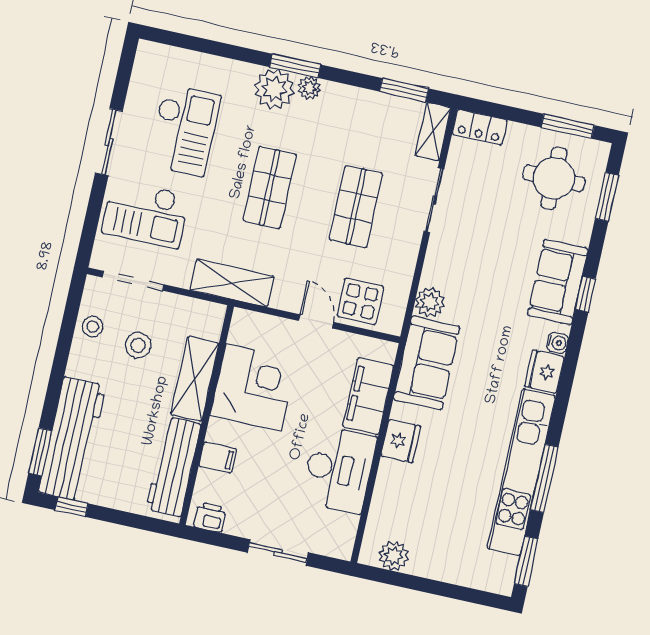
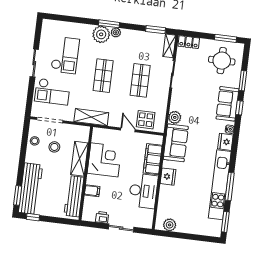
window: (607, 197) -> (243, 81), moved
printer: (210, 517) -> (102, 217), moved

